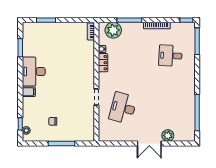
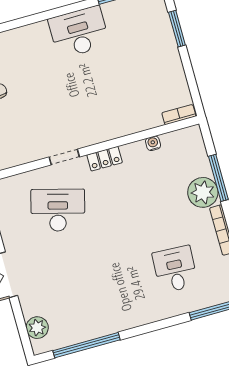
plant: (113, 30) -> (203, 192), moved
locker: (103, 63) -> (105, 159), moved
filing cabinet: (29, 92) -> (40, 33), removed
plant: (168, 136) -> (37, 328), moved

